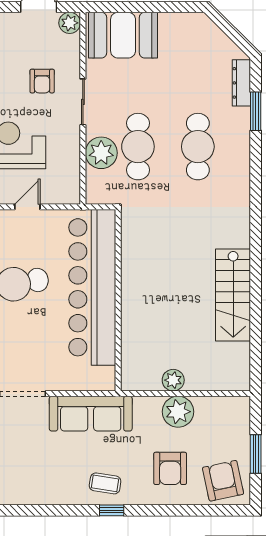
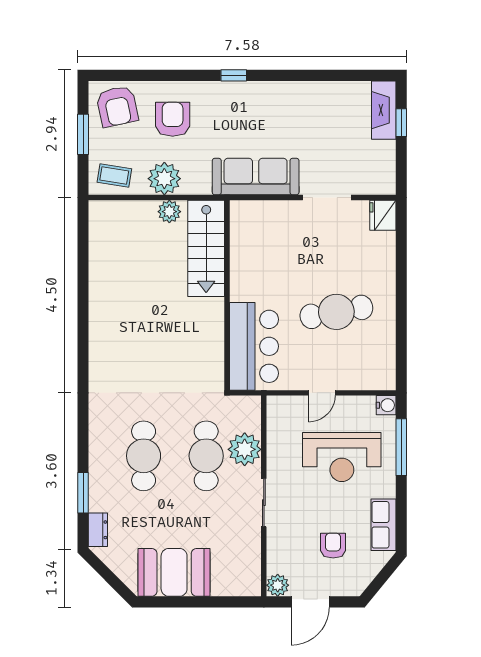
booth: (123, 35) -> (174, 572), moved
armchair: (42, 81) -> (333, 546), moved
dresser: (241, 83) -> (98, 530), width x0.70
bar counter: (92, 287) -> (254, 346), width x0.54
stairs: (233, 295) -> (206, 248), moved, turned 180
coffee table: (105, 483) -> (114, 175), moved

